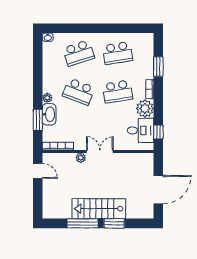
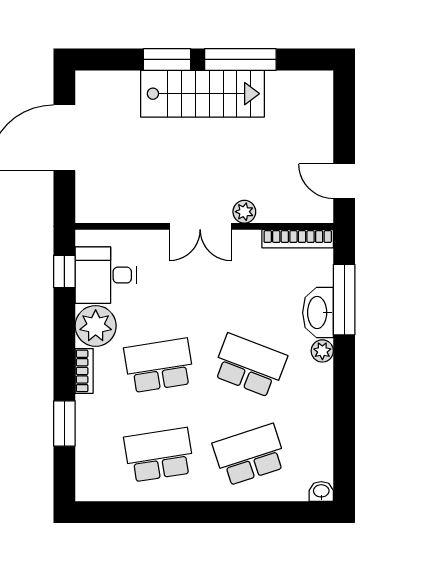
window: (38, 120) -> (344, 300), width x1.44

